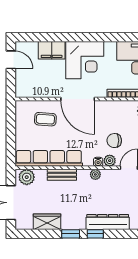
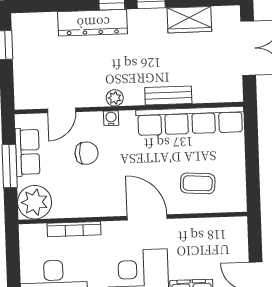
door: (78, 99) -> (147, 217), width x0.73
plant: (110, 161) -> (93, 121), removed
plant: (27, 177) -> (224, 90), removed

